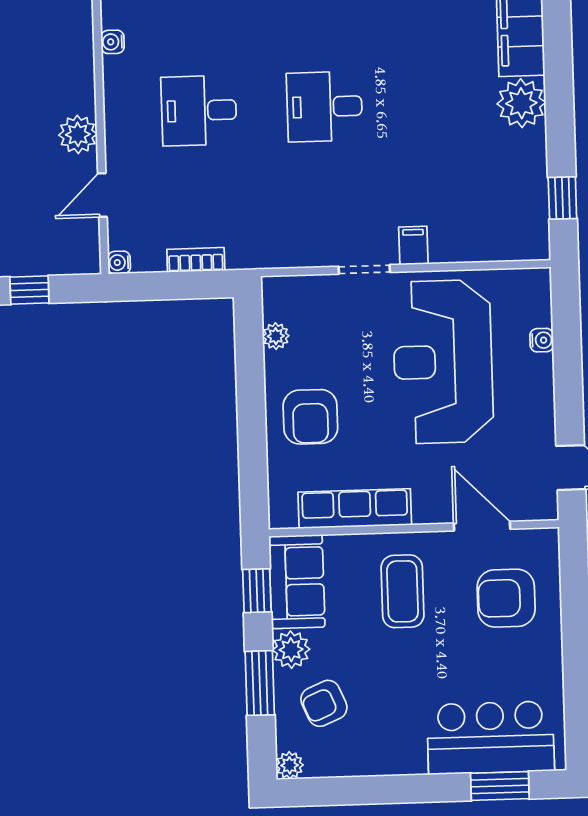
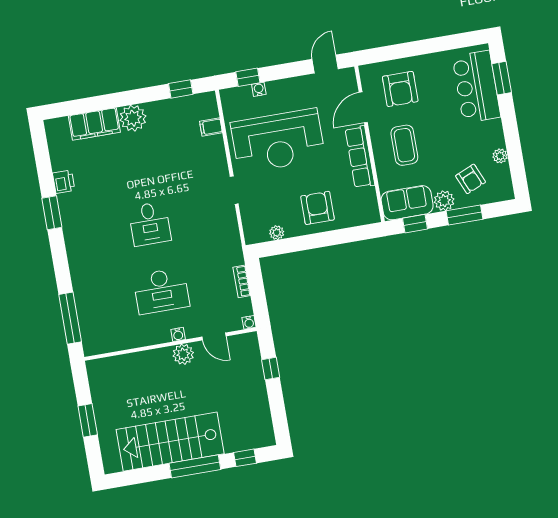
water cooler: (113, 42) -> (178, 334), moved
desk: (199, 111) -> (161, 291), width x1.37
filing cabinet: (413, 246) -> (211, 127), moved
window: (566, 323) -> (248, 77), added
armchair: (310, 417) -> (317, 208), turned -90
row of seats: (355, 508) -> (360, 157), moved
coffee table: (402, 591) -> (404, 145), turned 90
plant: (290, 765) -> (500, 156), moved

